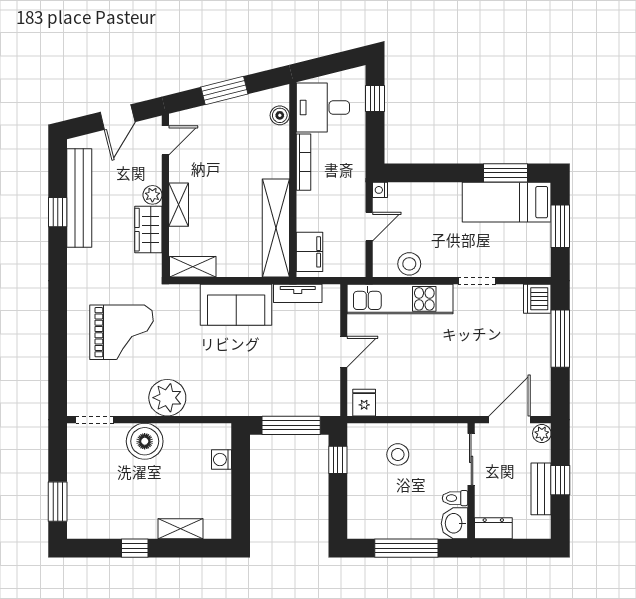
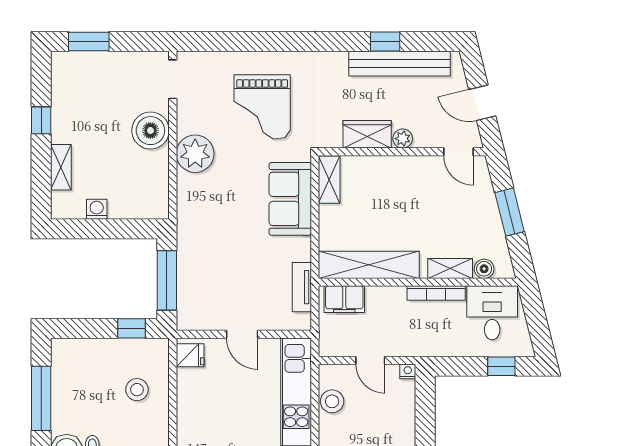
shelving: (179, 205) -> (450, 269), moved
sofa: (236, 305) -> (290, 199), moved
washing machine: (222, 460) -> (97, 209), moved

